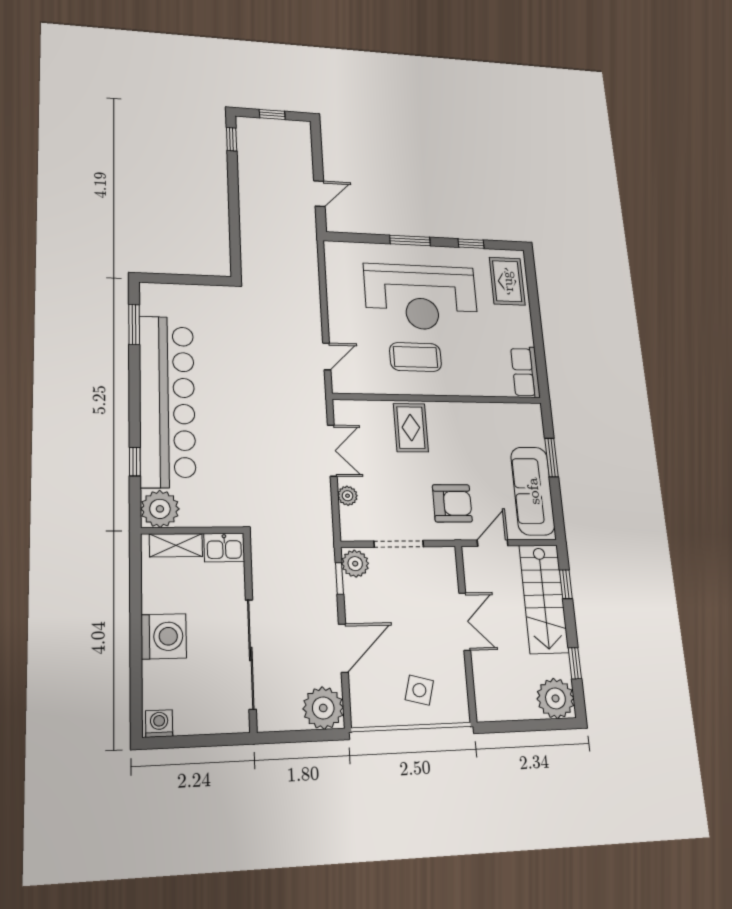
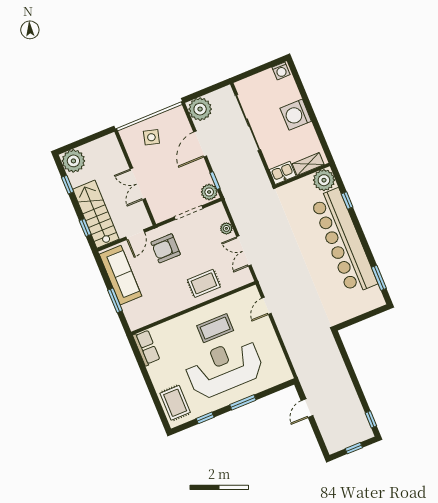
rug: (411, 428) -> (204, 283), turned 90

